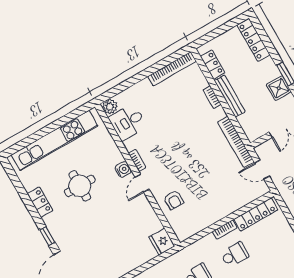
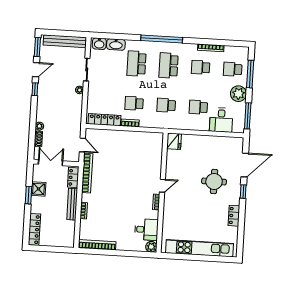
locker: (213, 65) -> (73, 178), moved
water cooler: (123, 169) -> (169, 202), removed
round table: (80, 186) -> (214, 181), moved
armchair: (174, 200) -> (150, 162), removed

